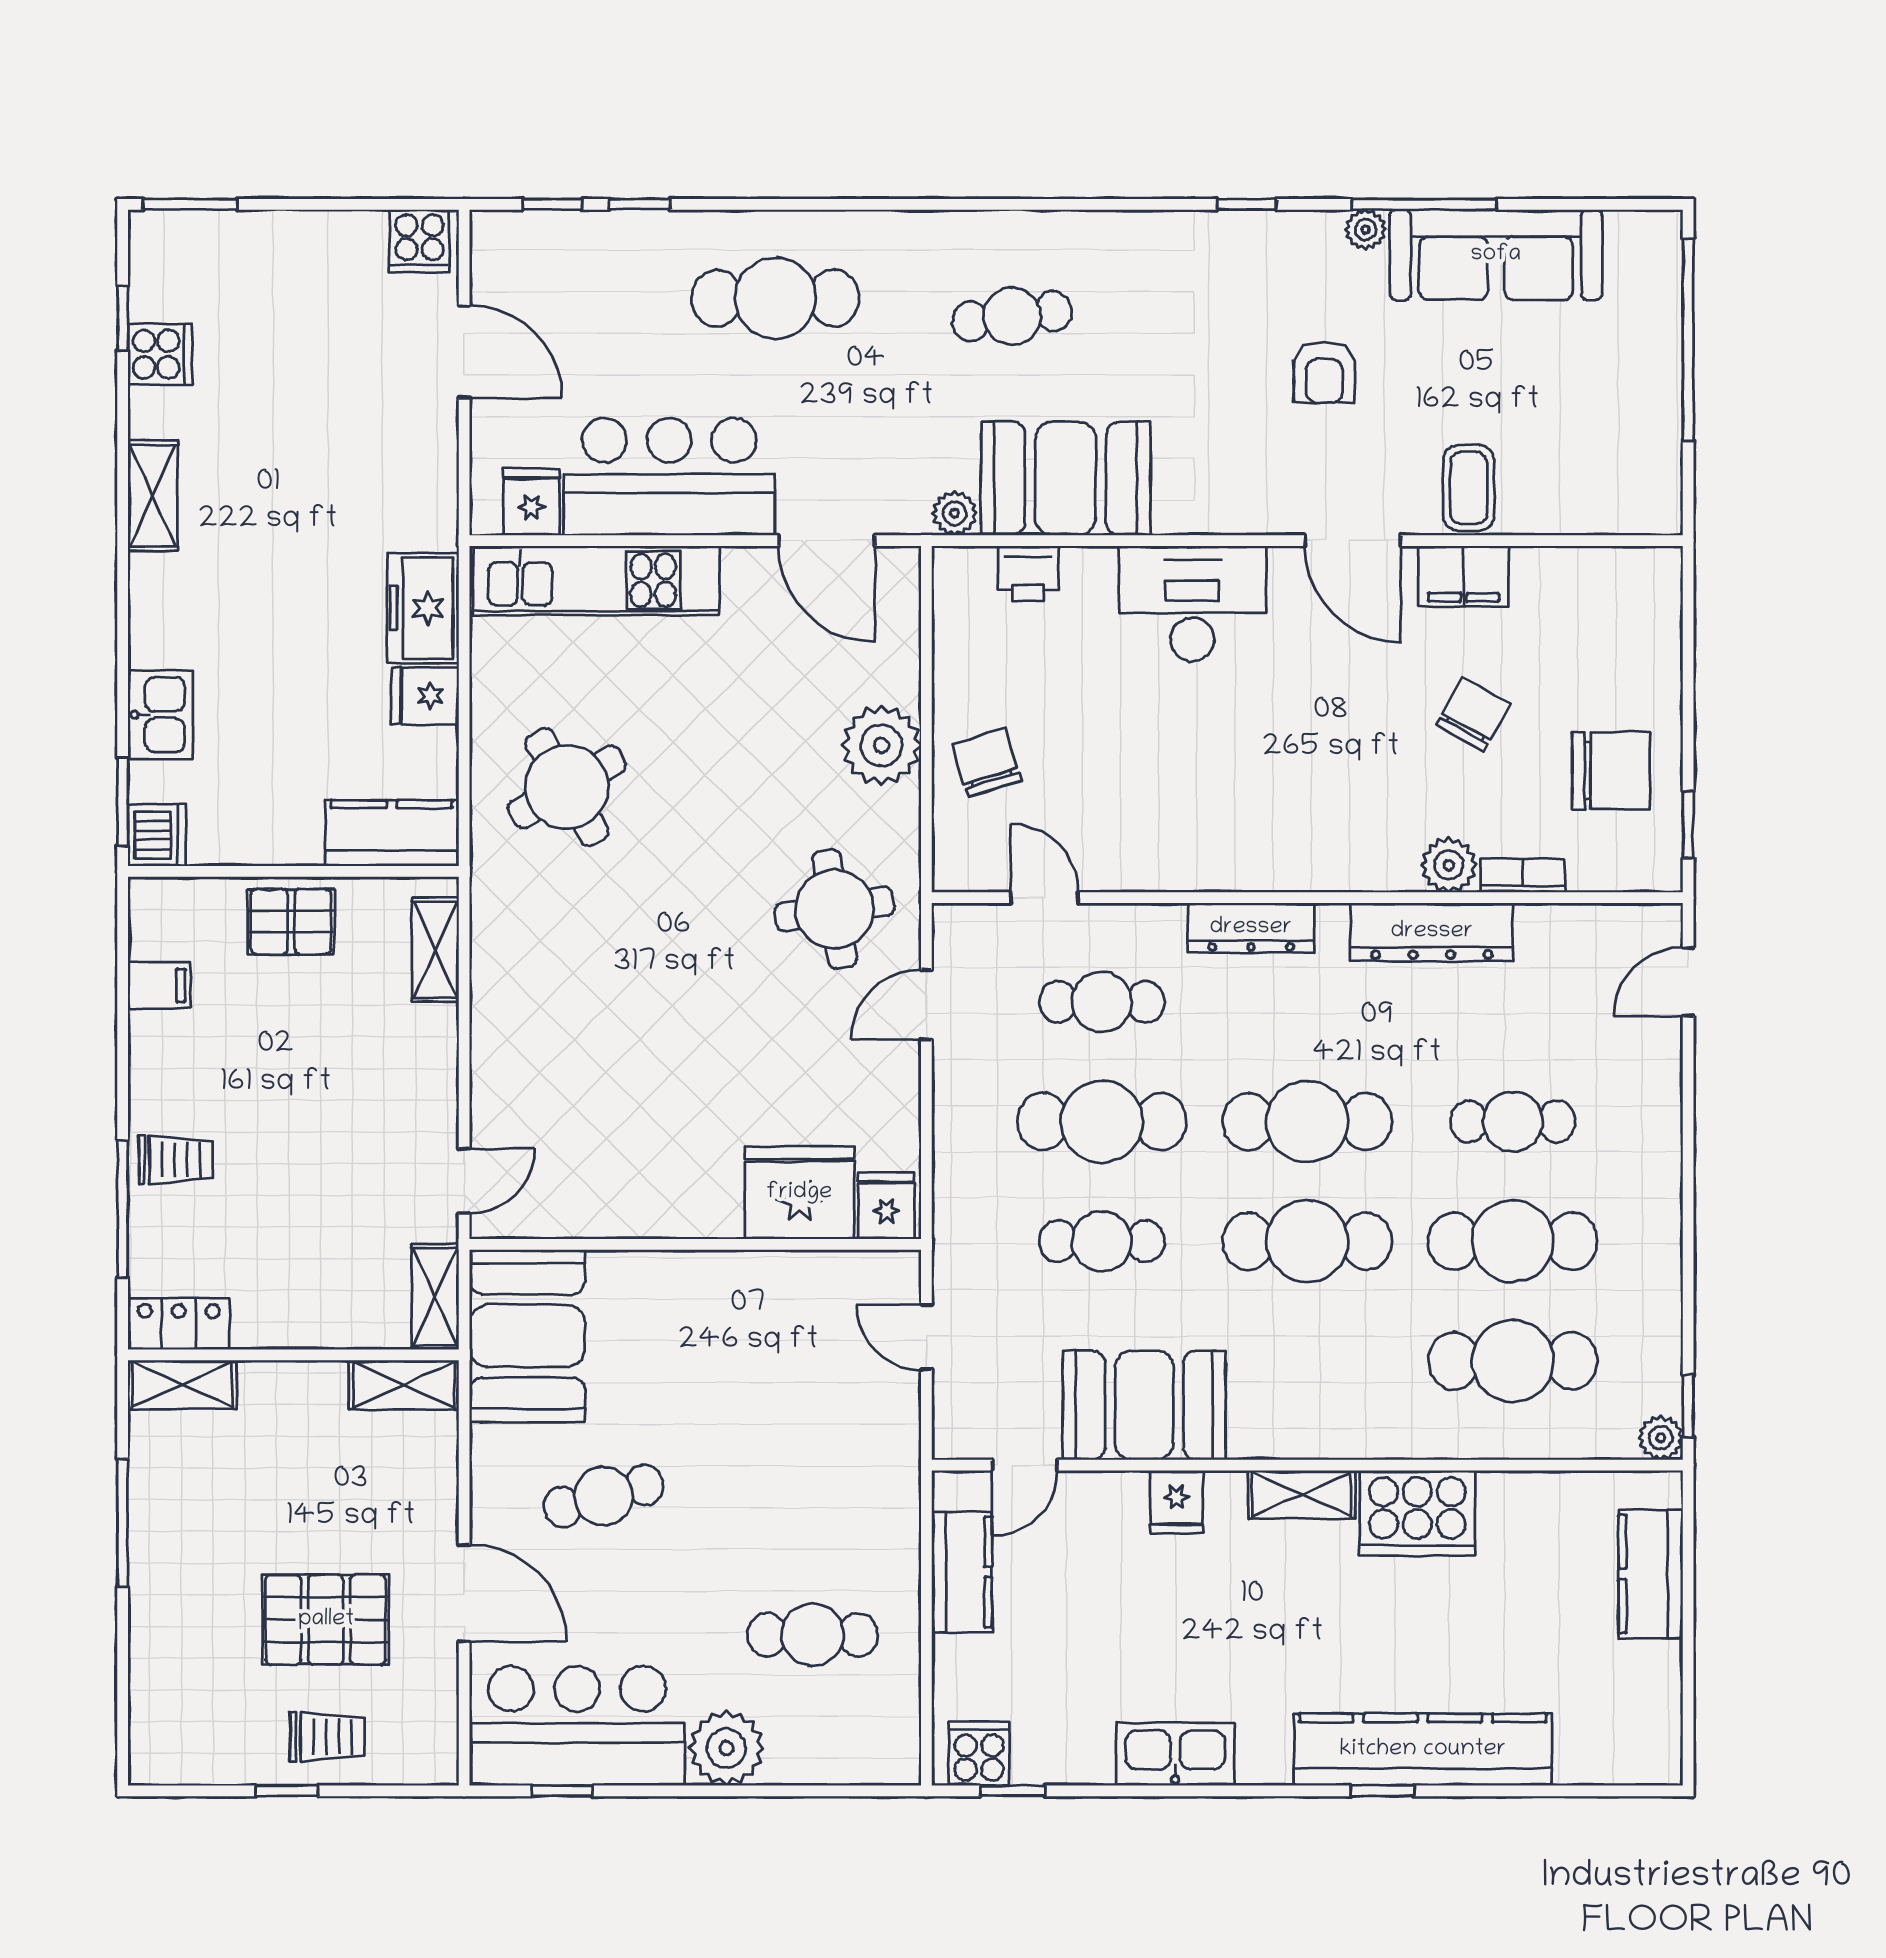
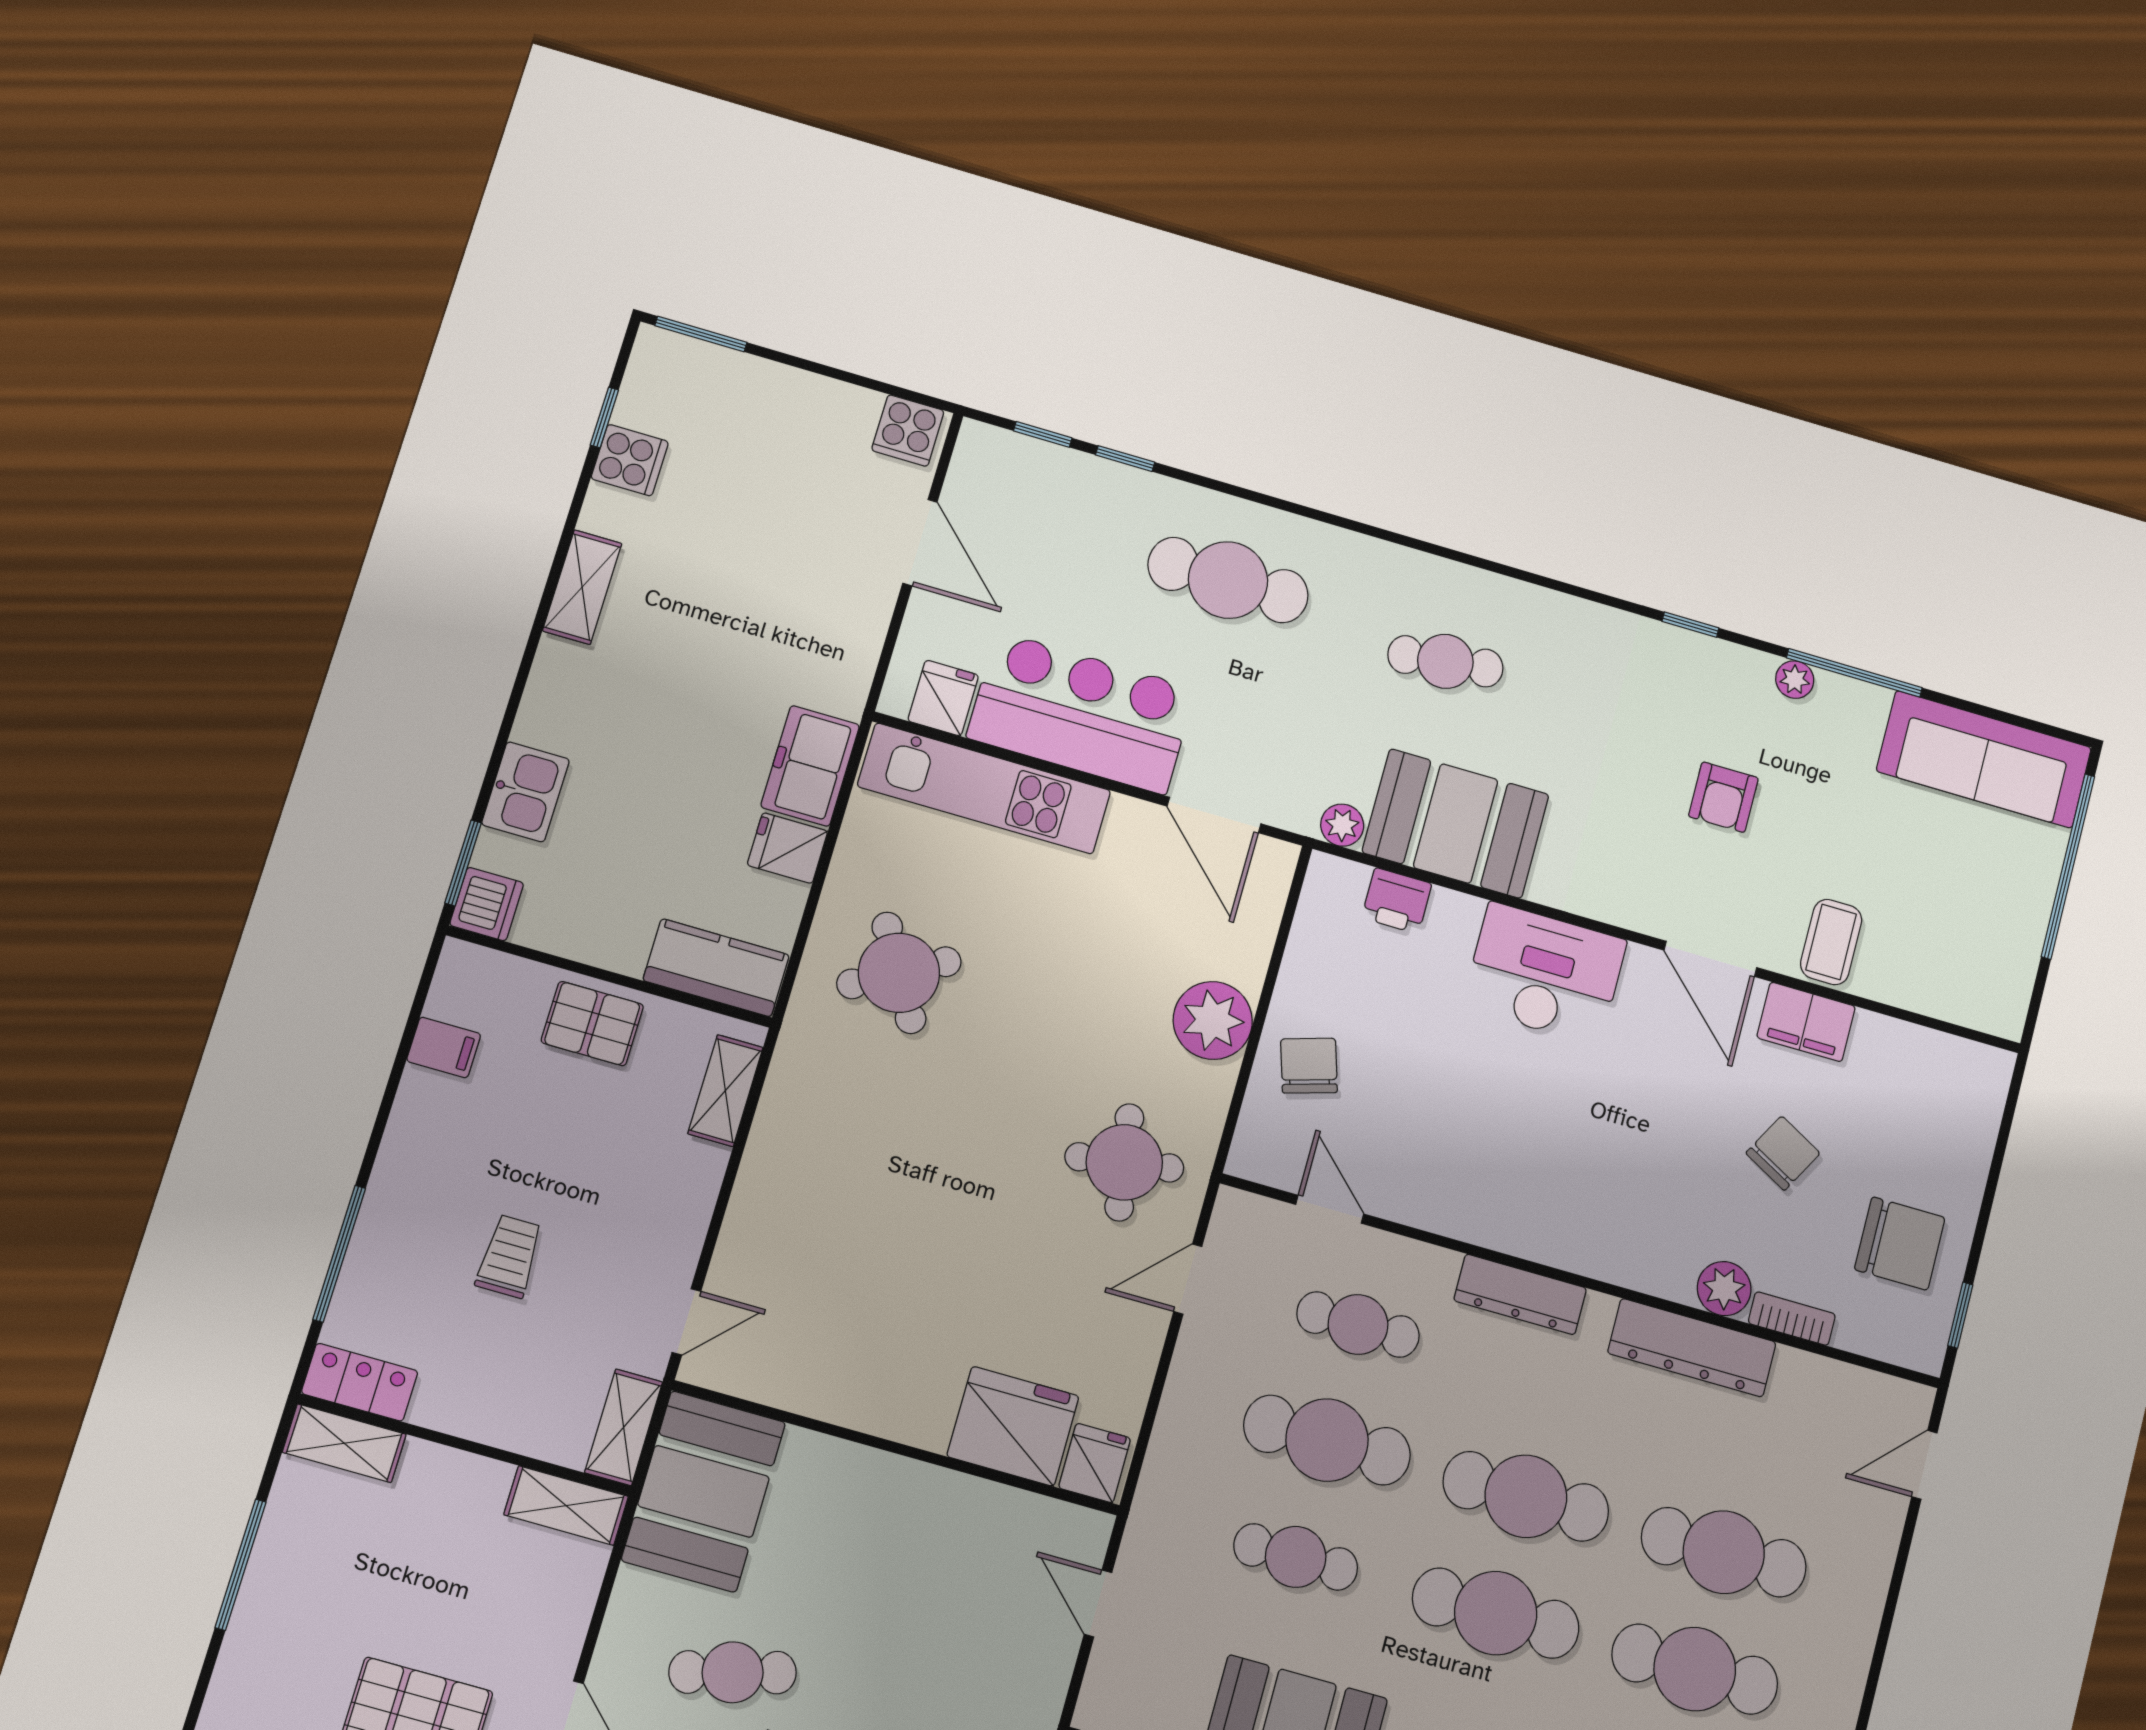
sofa: (1496, 255) -> (1984, 759), moved
cafe table: (1513, 1122) -> (1724, 1552), width x1.37, depth x1.35
trolley: (176, 1160) -> (509, 1256), moved, turned -90

